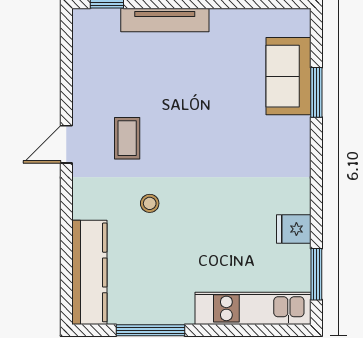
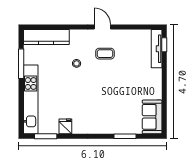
tv unit: (165, 20) -> (157, 49), moved
sofa: (288, 76) -> (152, 117), moved, turned -90
kitchen unit: (253, 308) -> (31, 99), width x1.36

